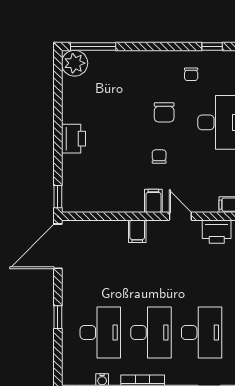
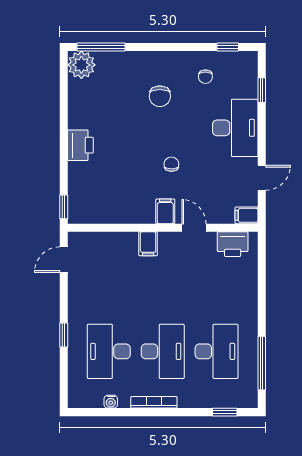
chair: (164, 112) -> (160, 96), moved
door: (58, 246) -> (64, 260), width x0.53
desk: (100, 332) -> (109, 351), turned 180

